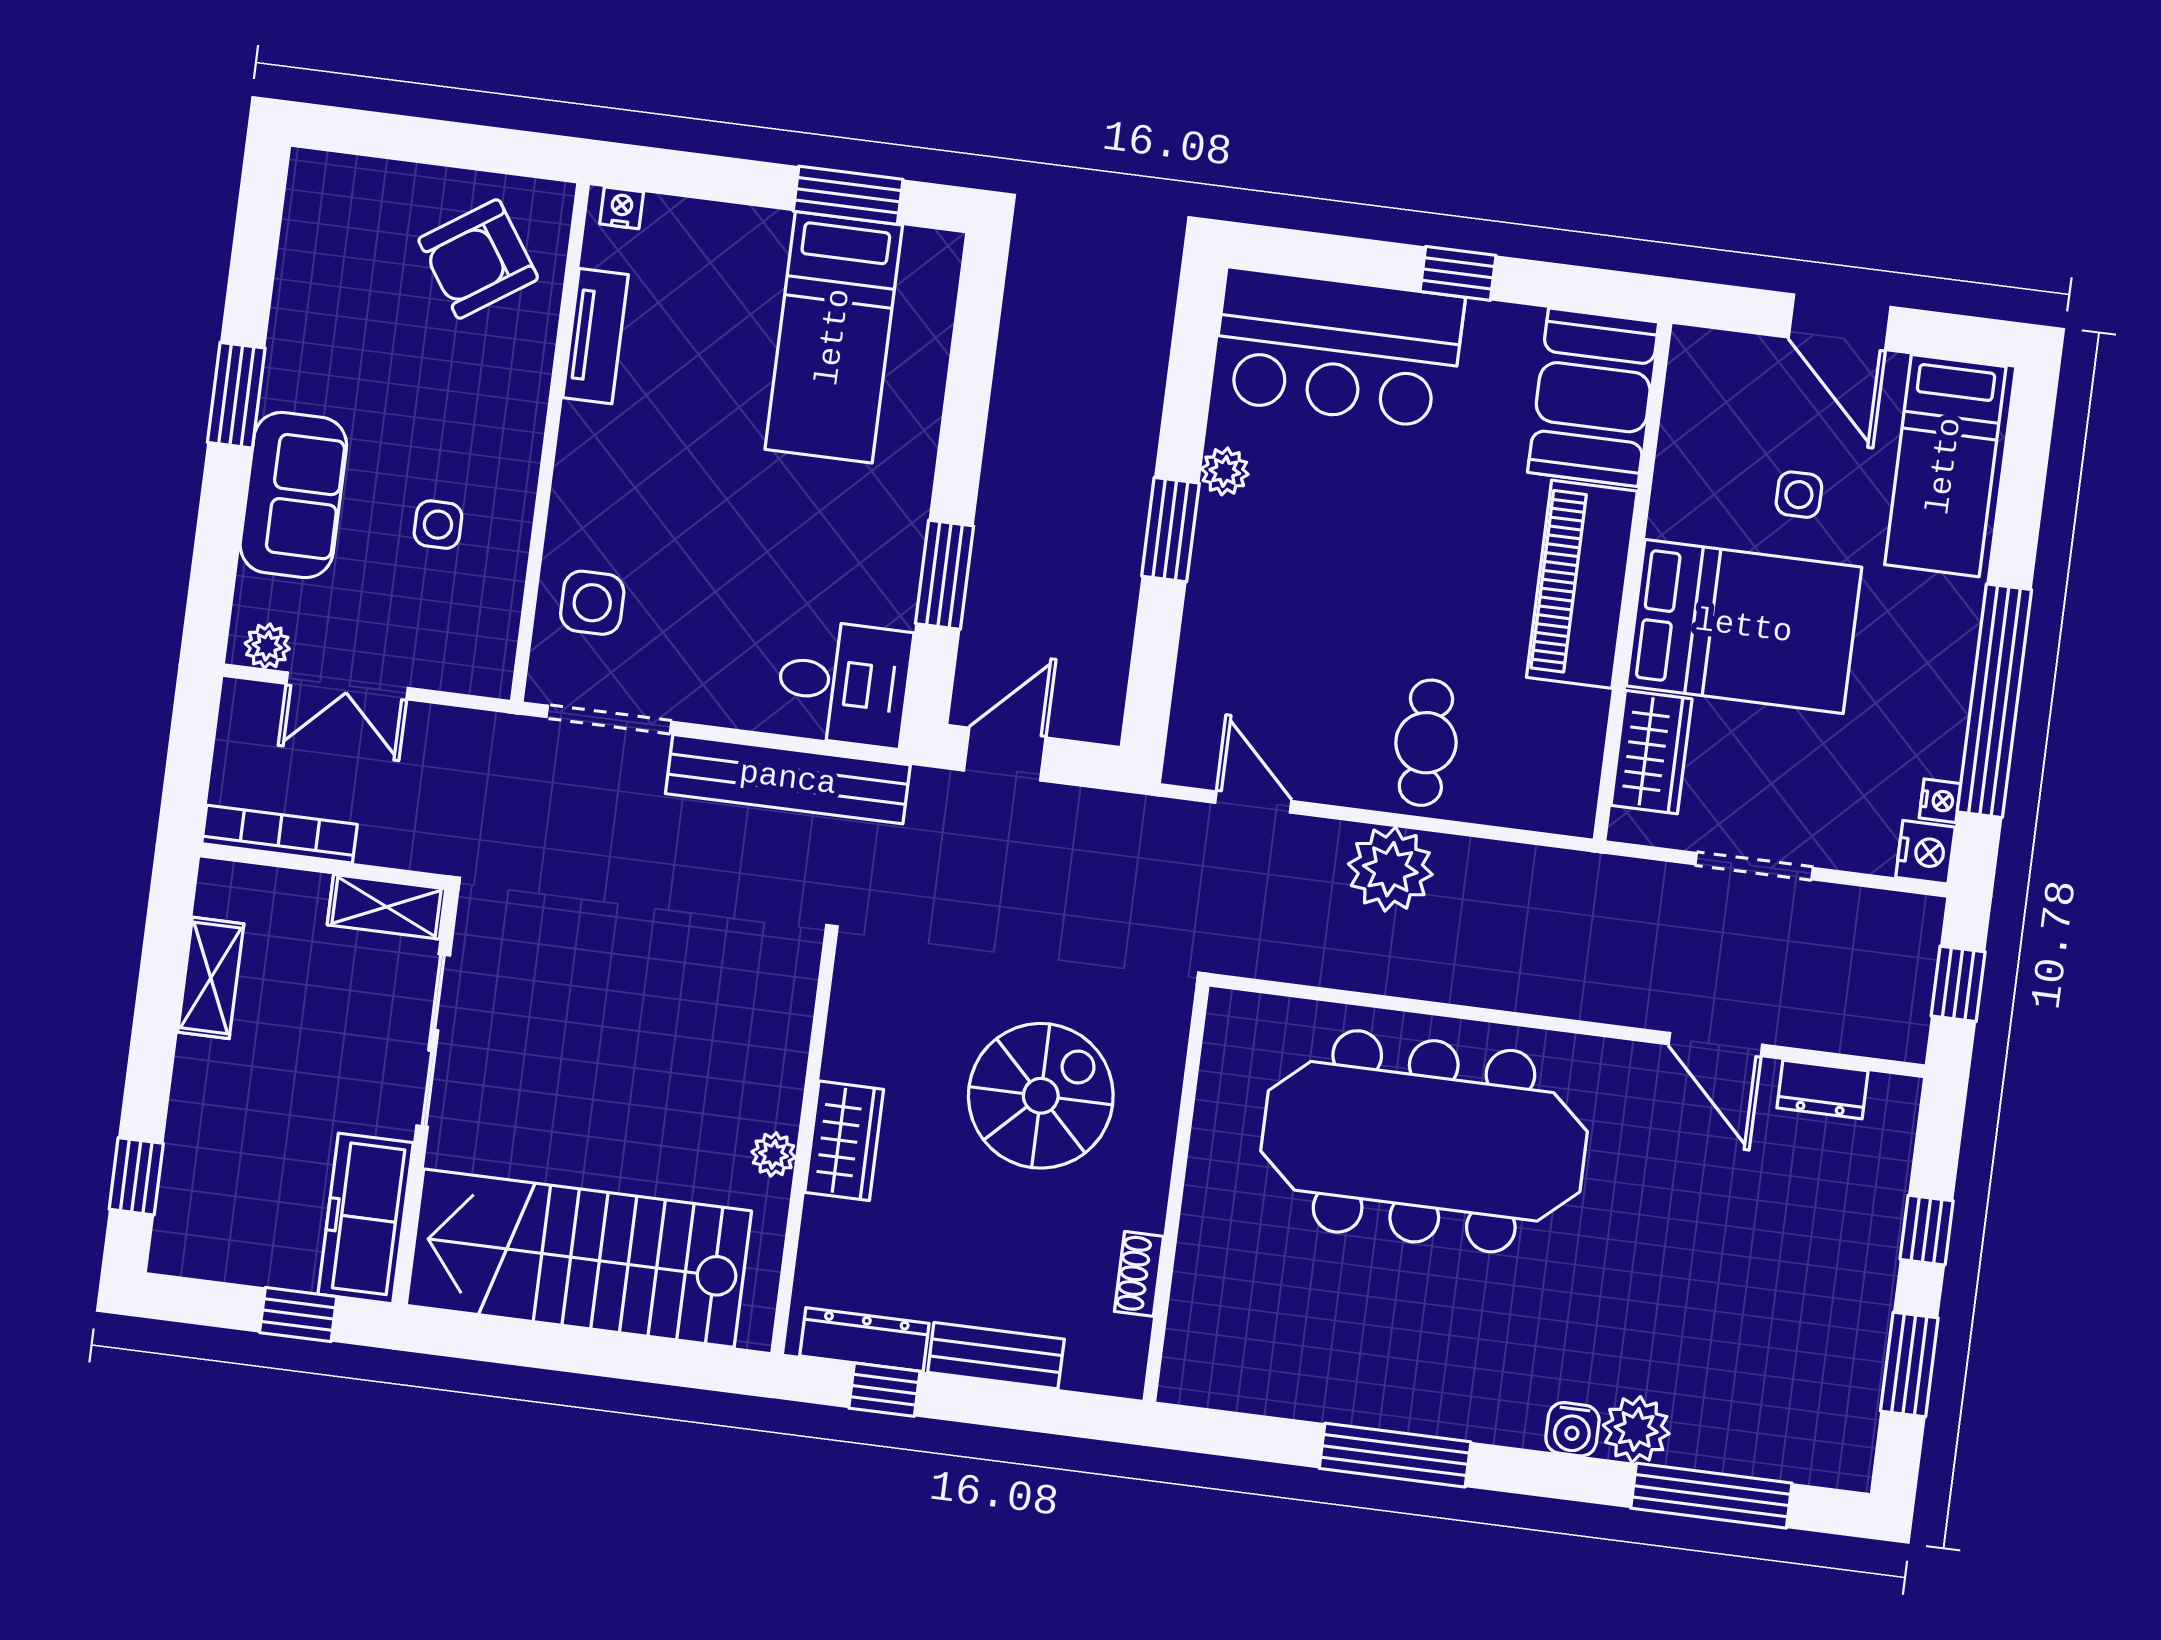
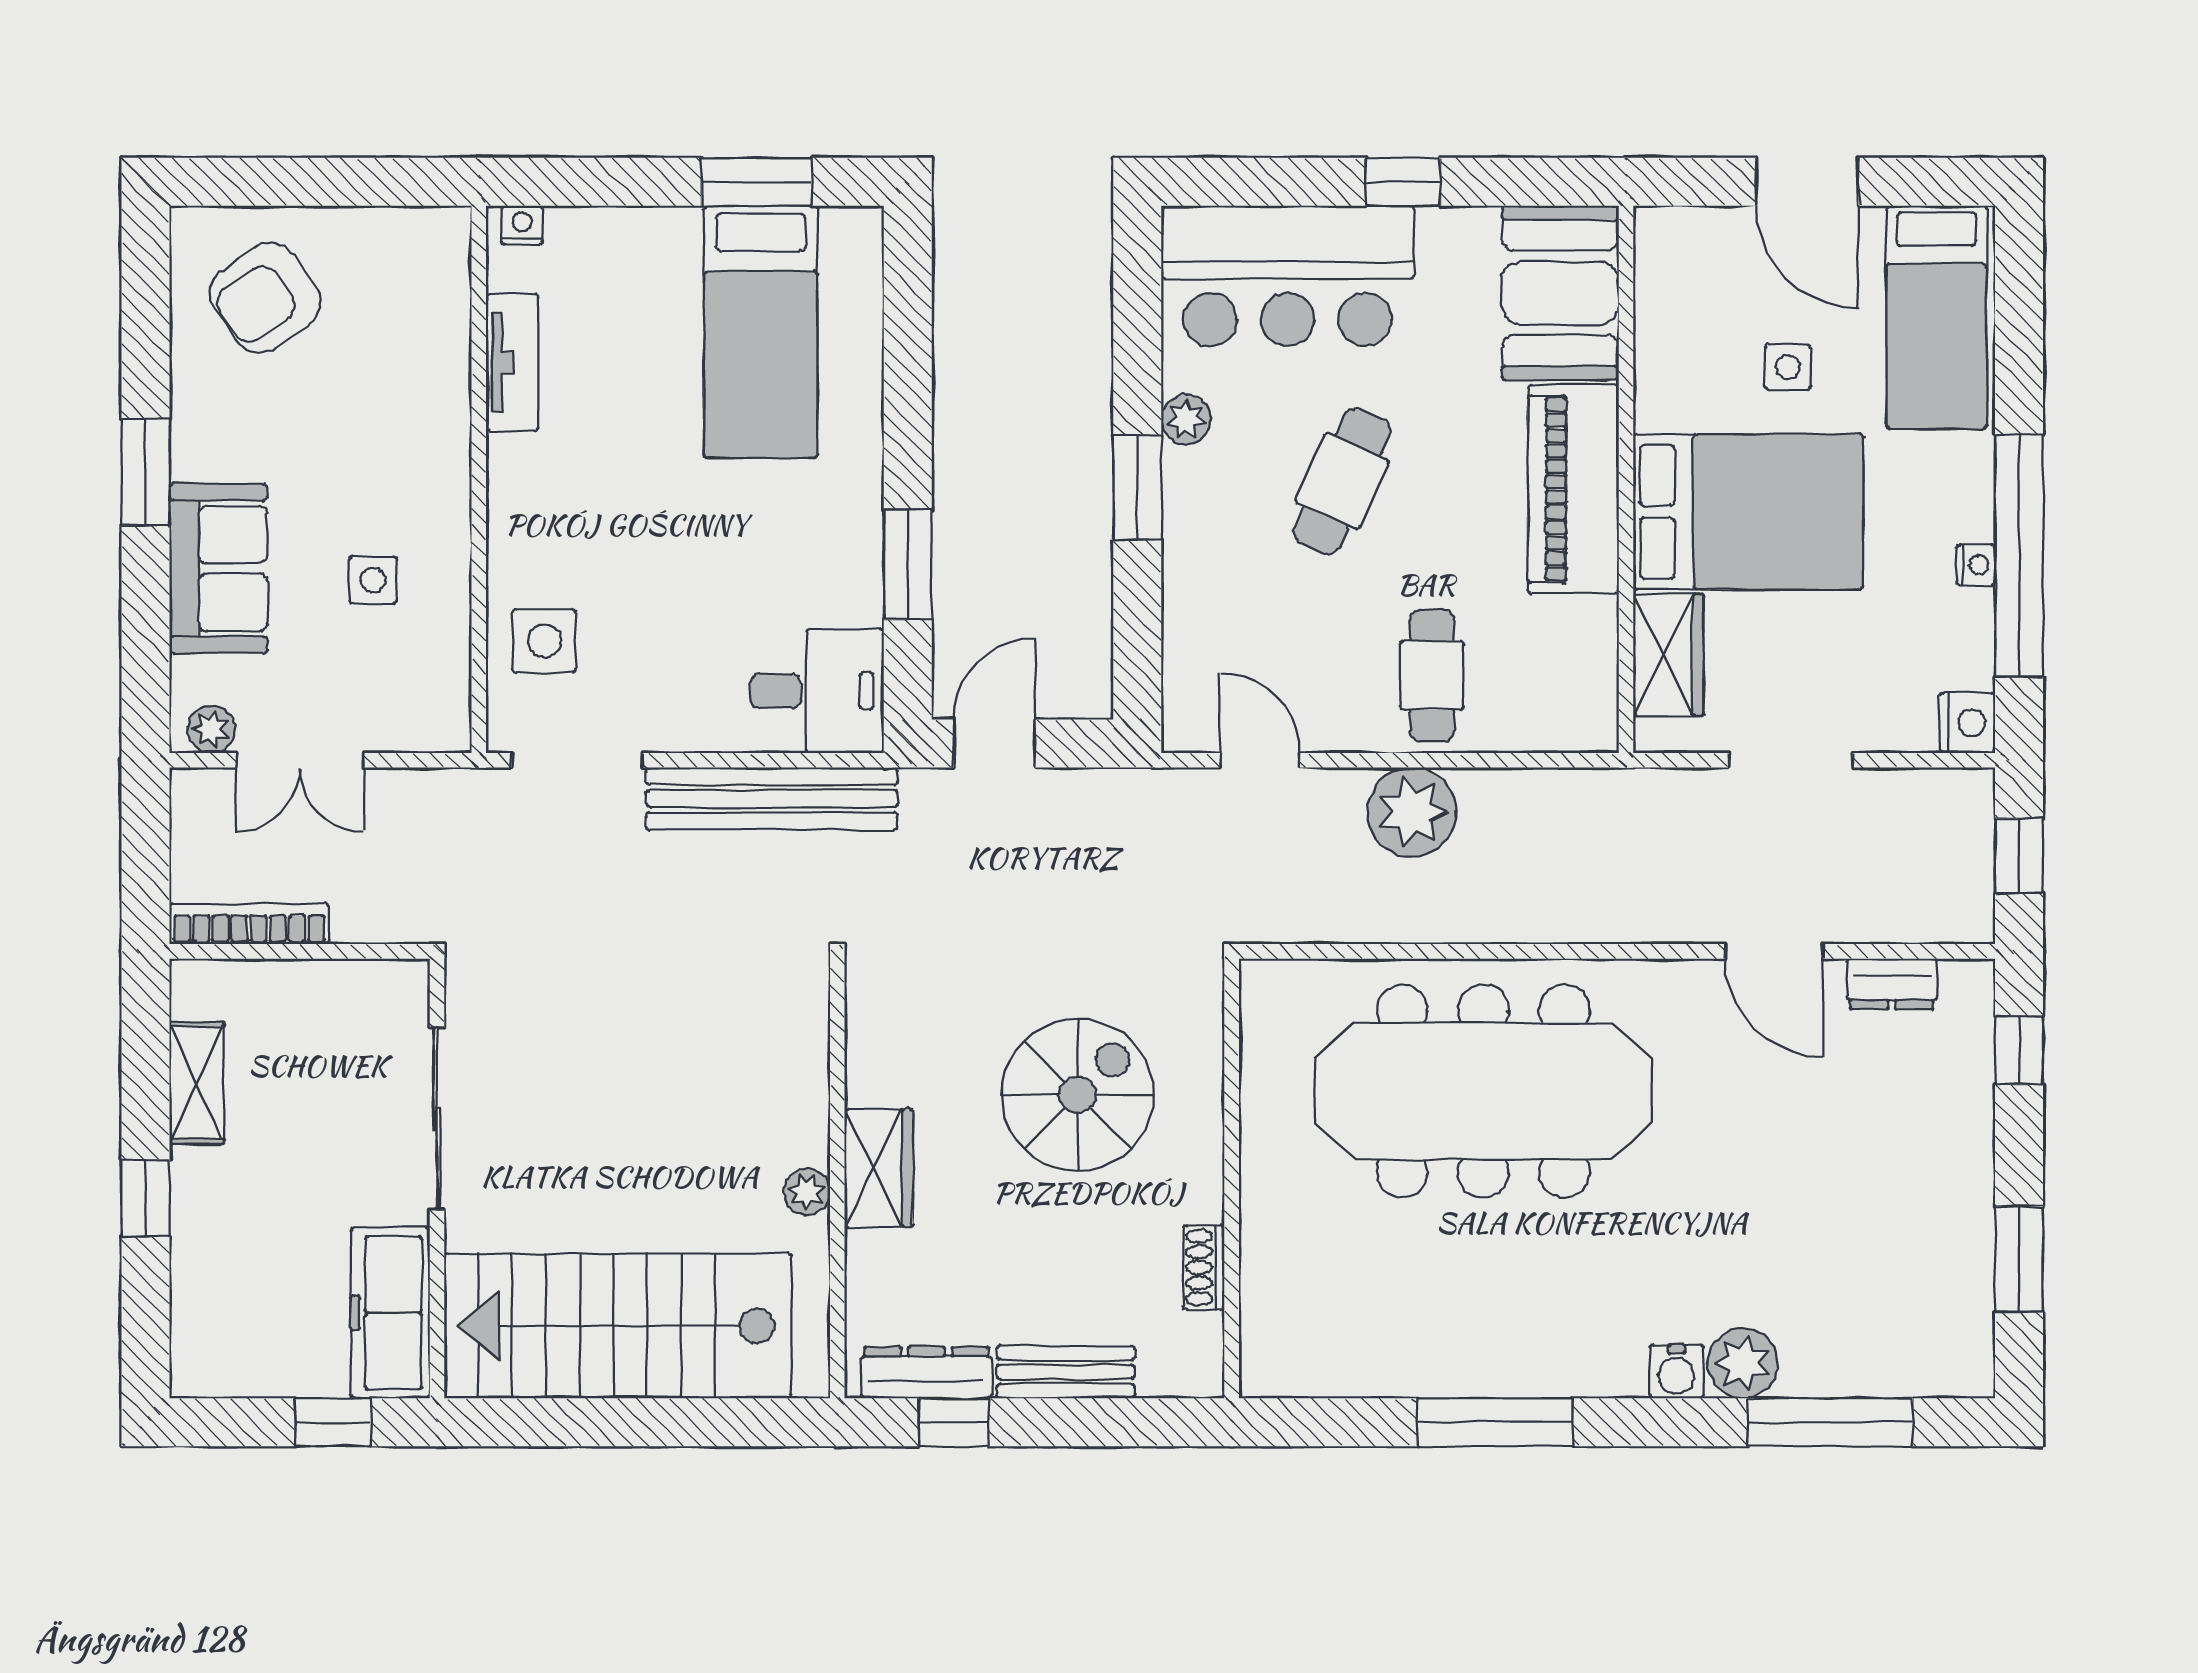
armchair: (478, 259) -> (265, 298), moved
cafe table: (1364, 549) -> (1342, 481), added
nightstand: (1940, 801) -> (1976, 565), moved
shelving: (386, 907) -> (370, 985), removed
window: (136, 1176) -> (145, 1198), moved
window: (1927, 1230) -> (2019, 1050), moved

